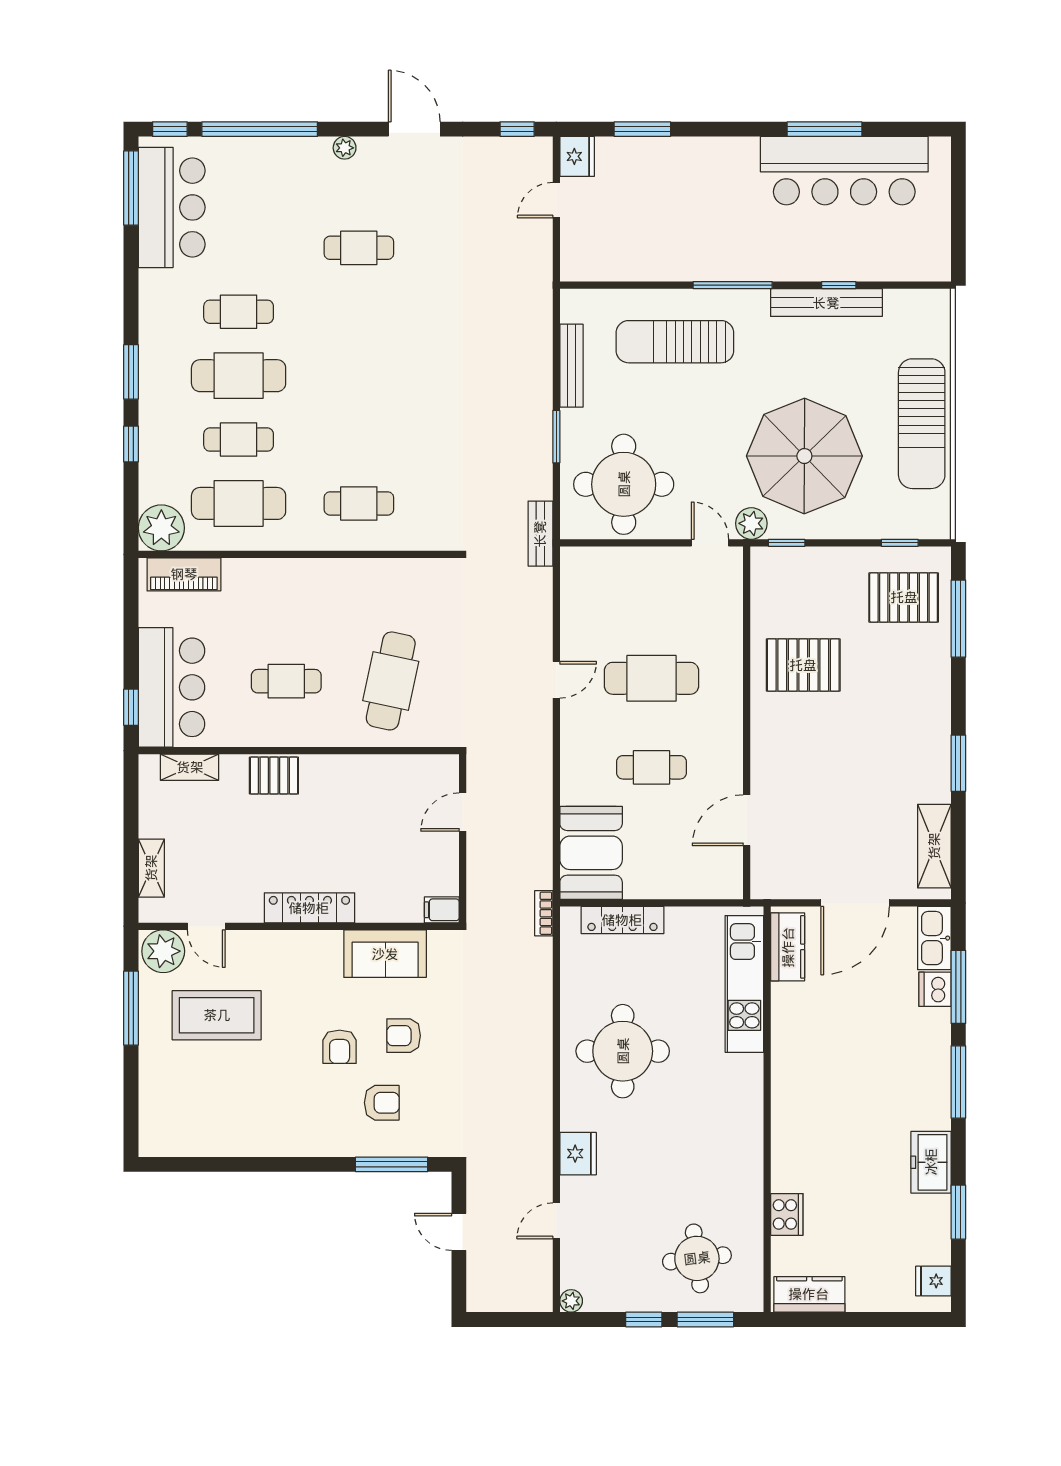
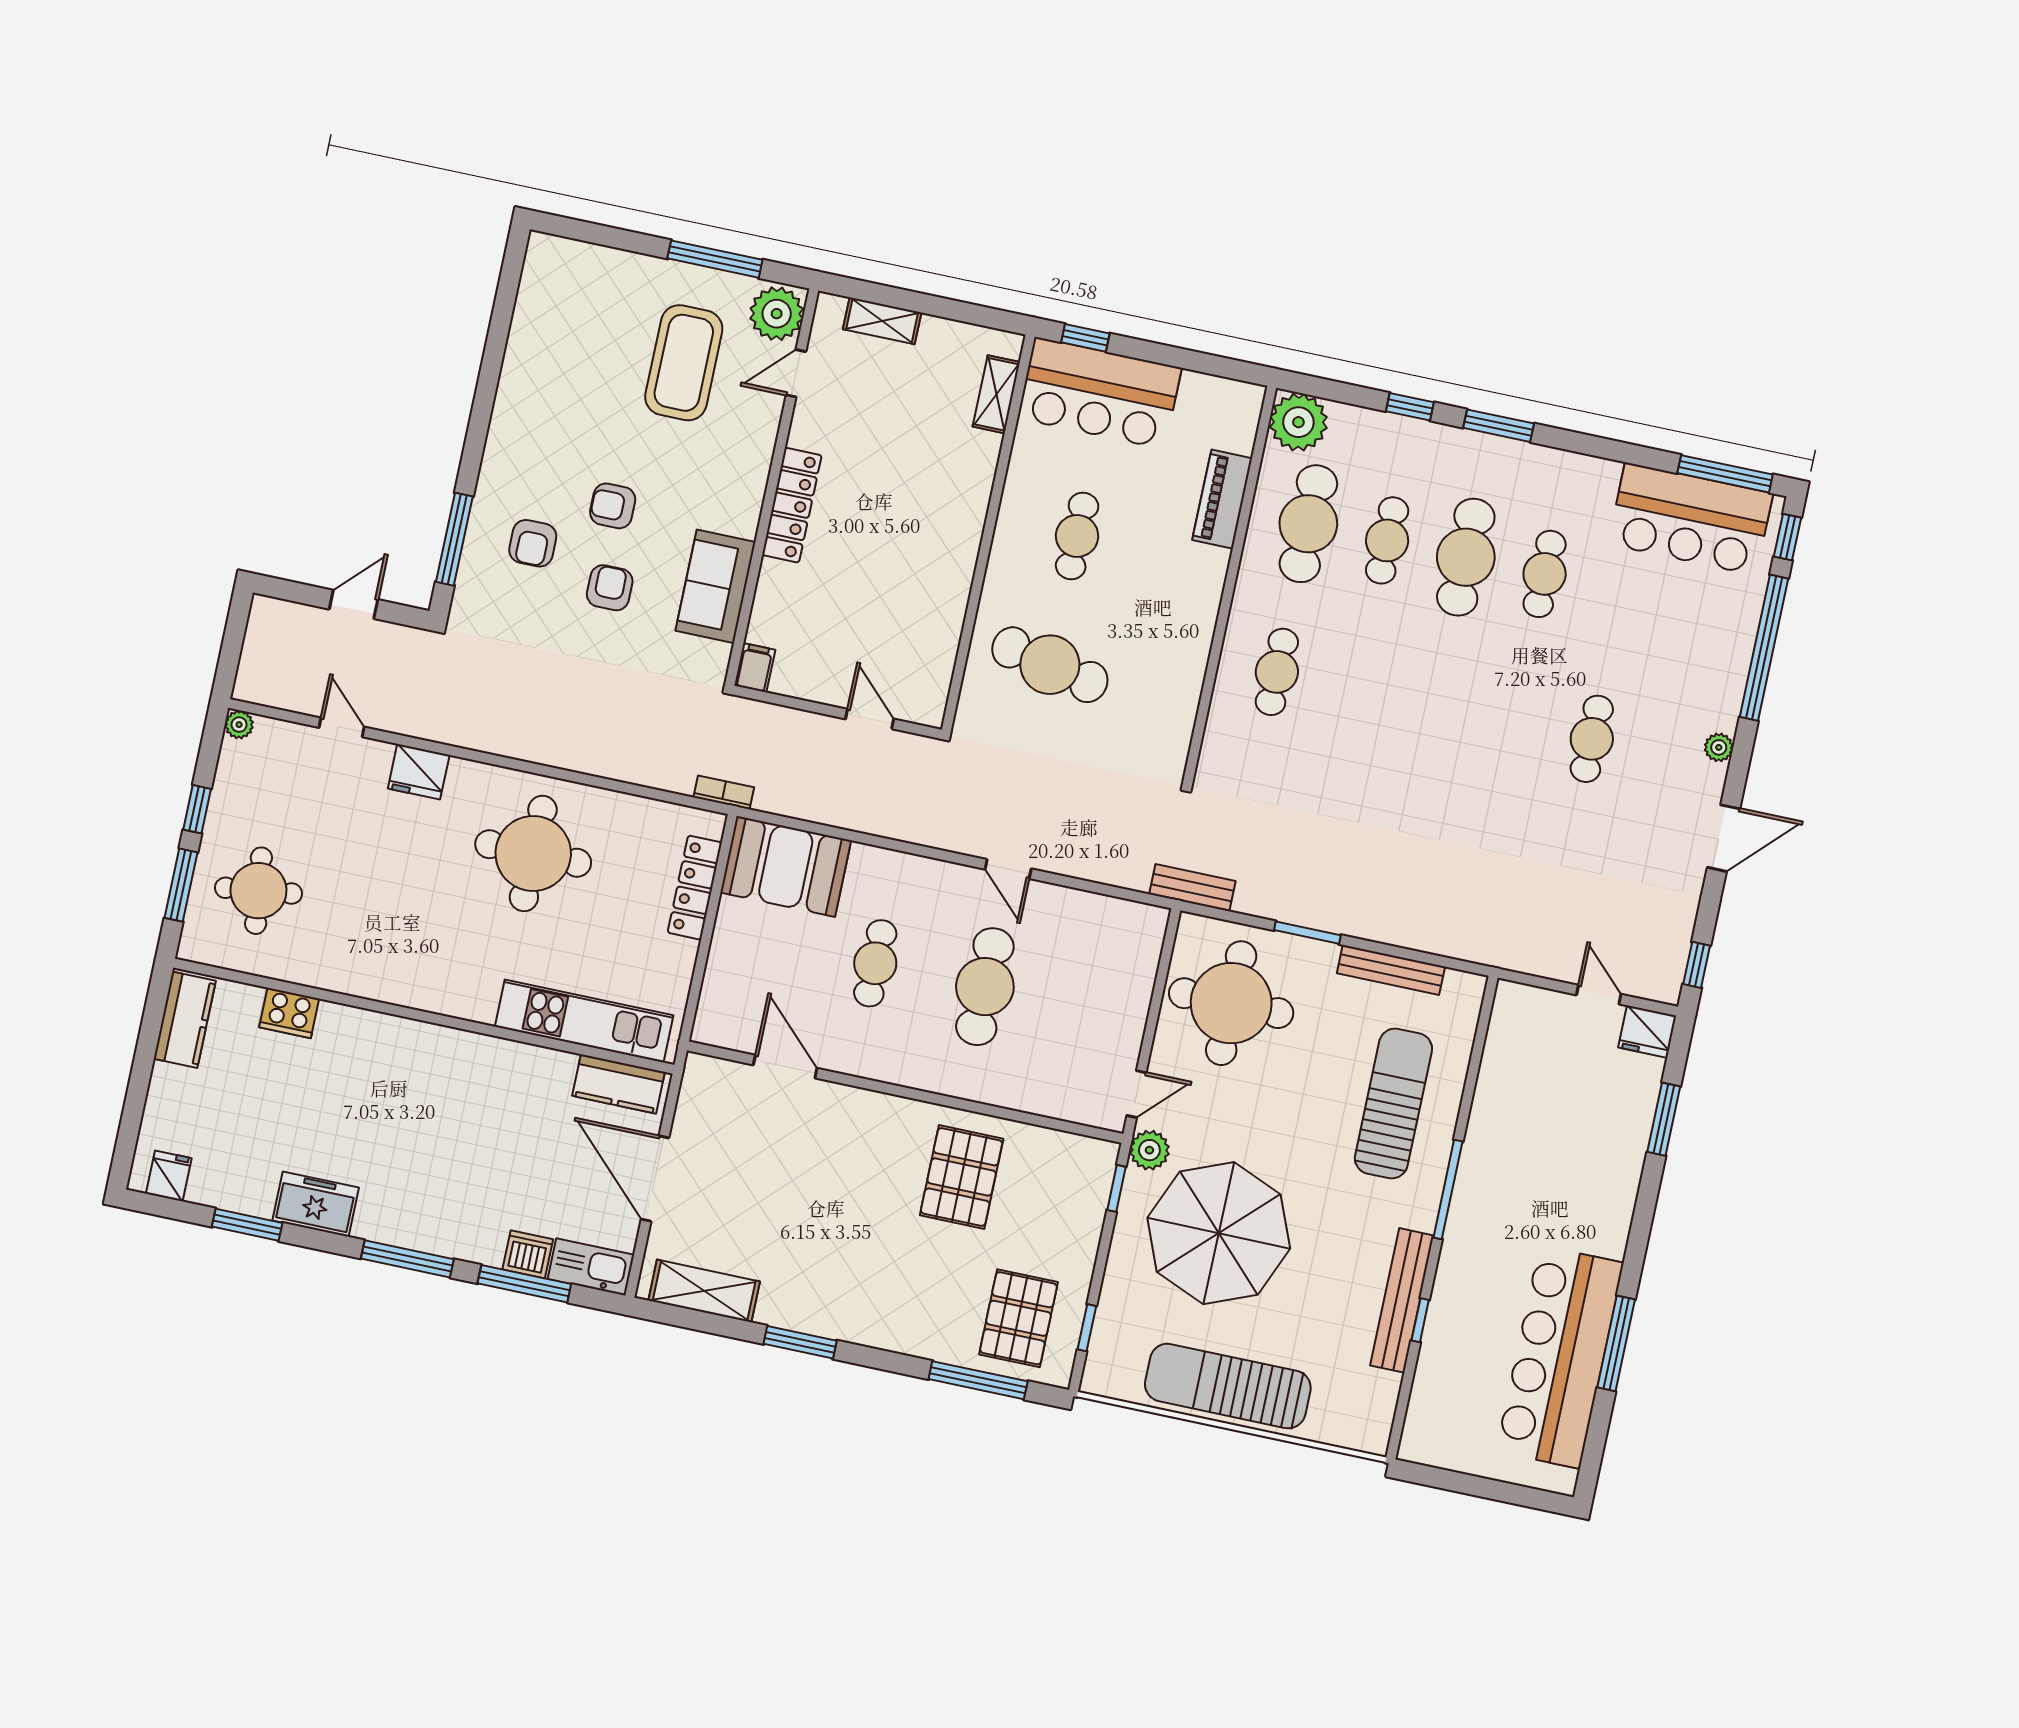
piano: (184, 574) -> (1222, 499), moved
pallet: (274, 776) -> (964, 496), removed

